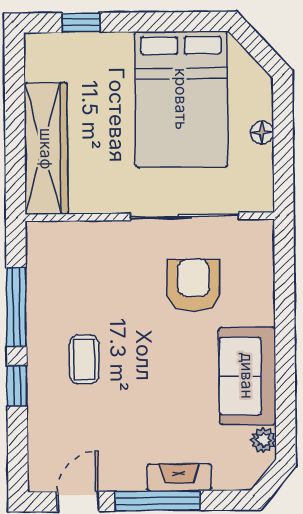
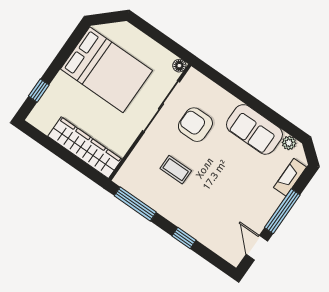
floor lamp: (262, 133) -> (179, 66), moved
window: (16, 307) -> (135, 204), moved
coffee table: (84, 360) -> (176, 170), moved
fireplace: (179, 477) -> (290, 177), moved

